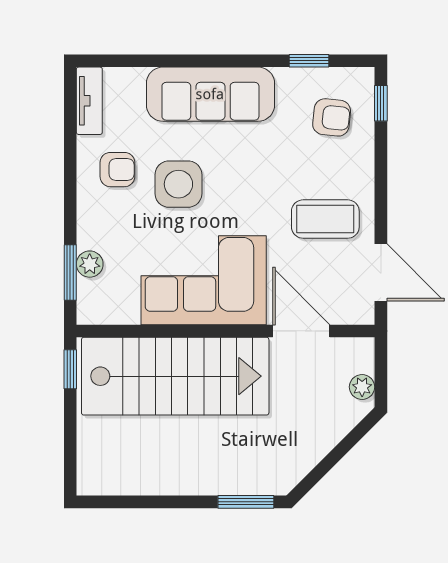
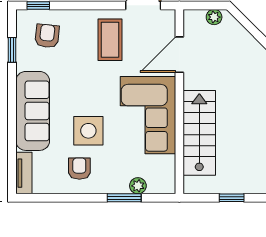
tv unit: (89, 101) -> (24, 173), moved, turned 90
window: (70, 272) -> (124, 198), moved
window: (70, 369) -> (232, 198), moved
stairs: (175, 376) -> (199, 133), width x0.73, depth x0.66

